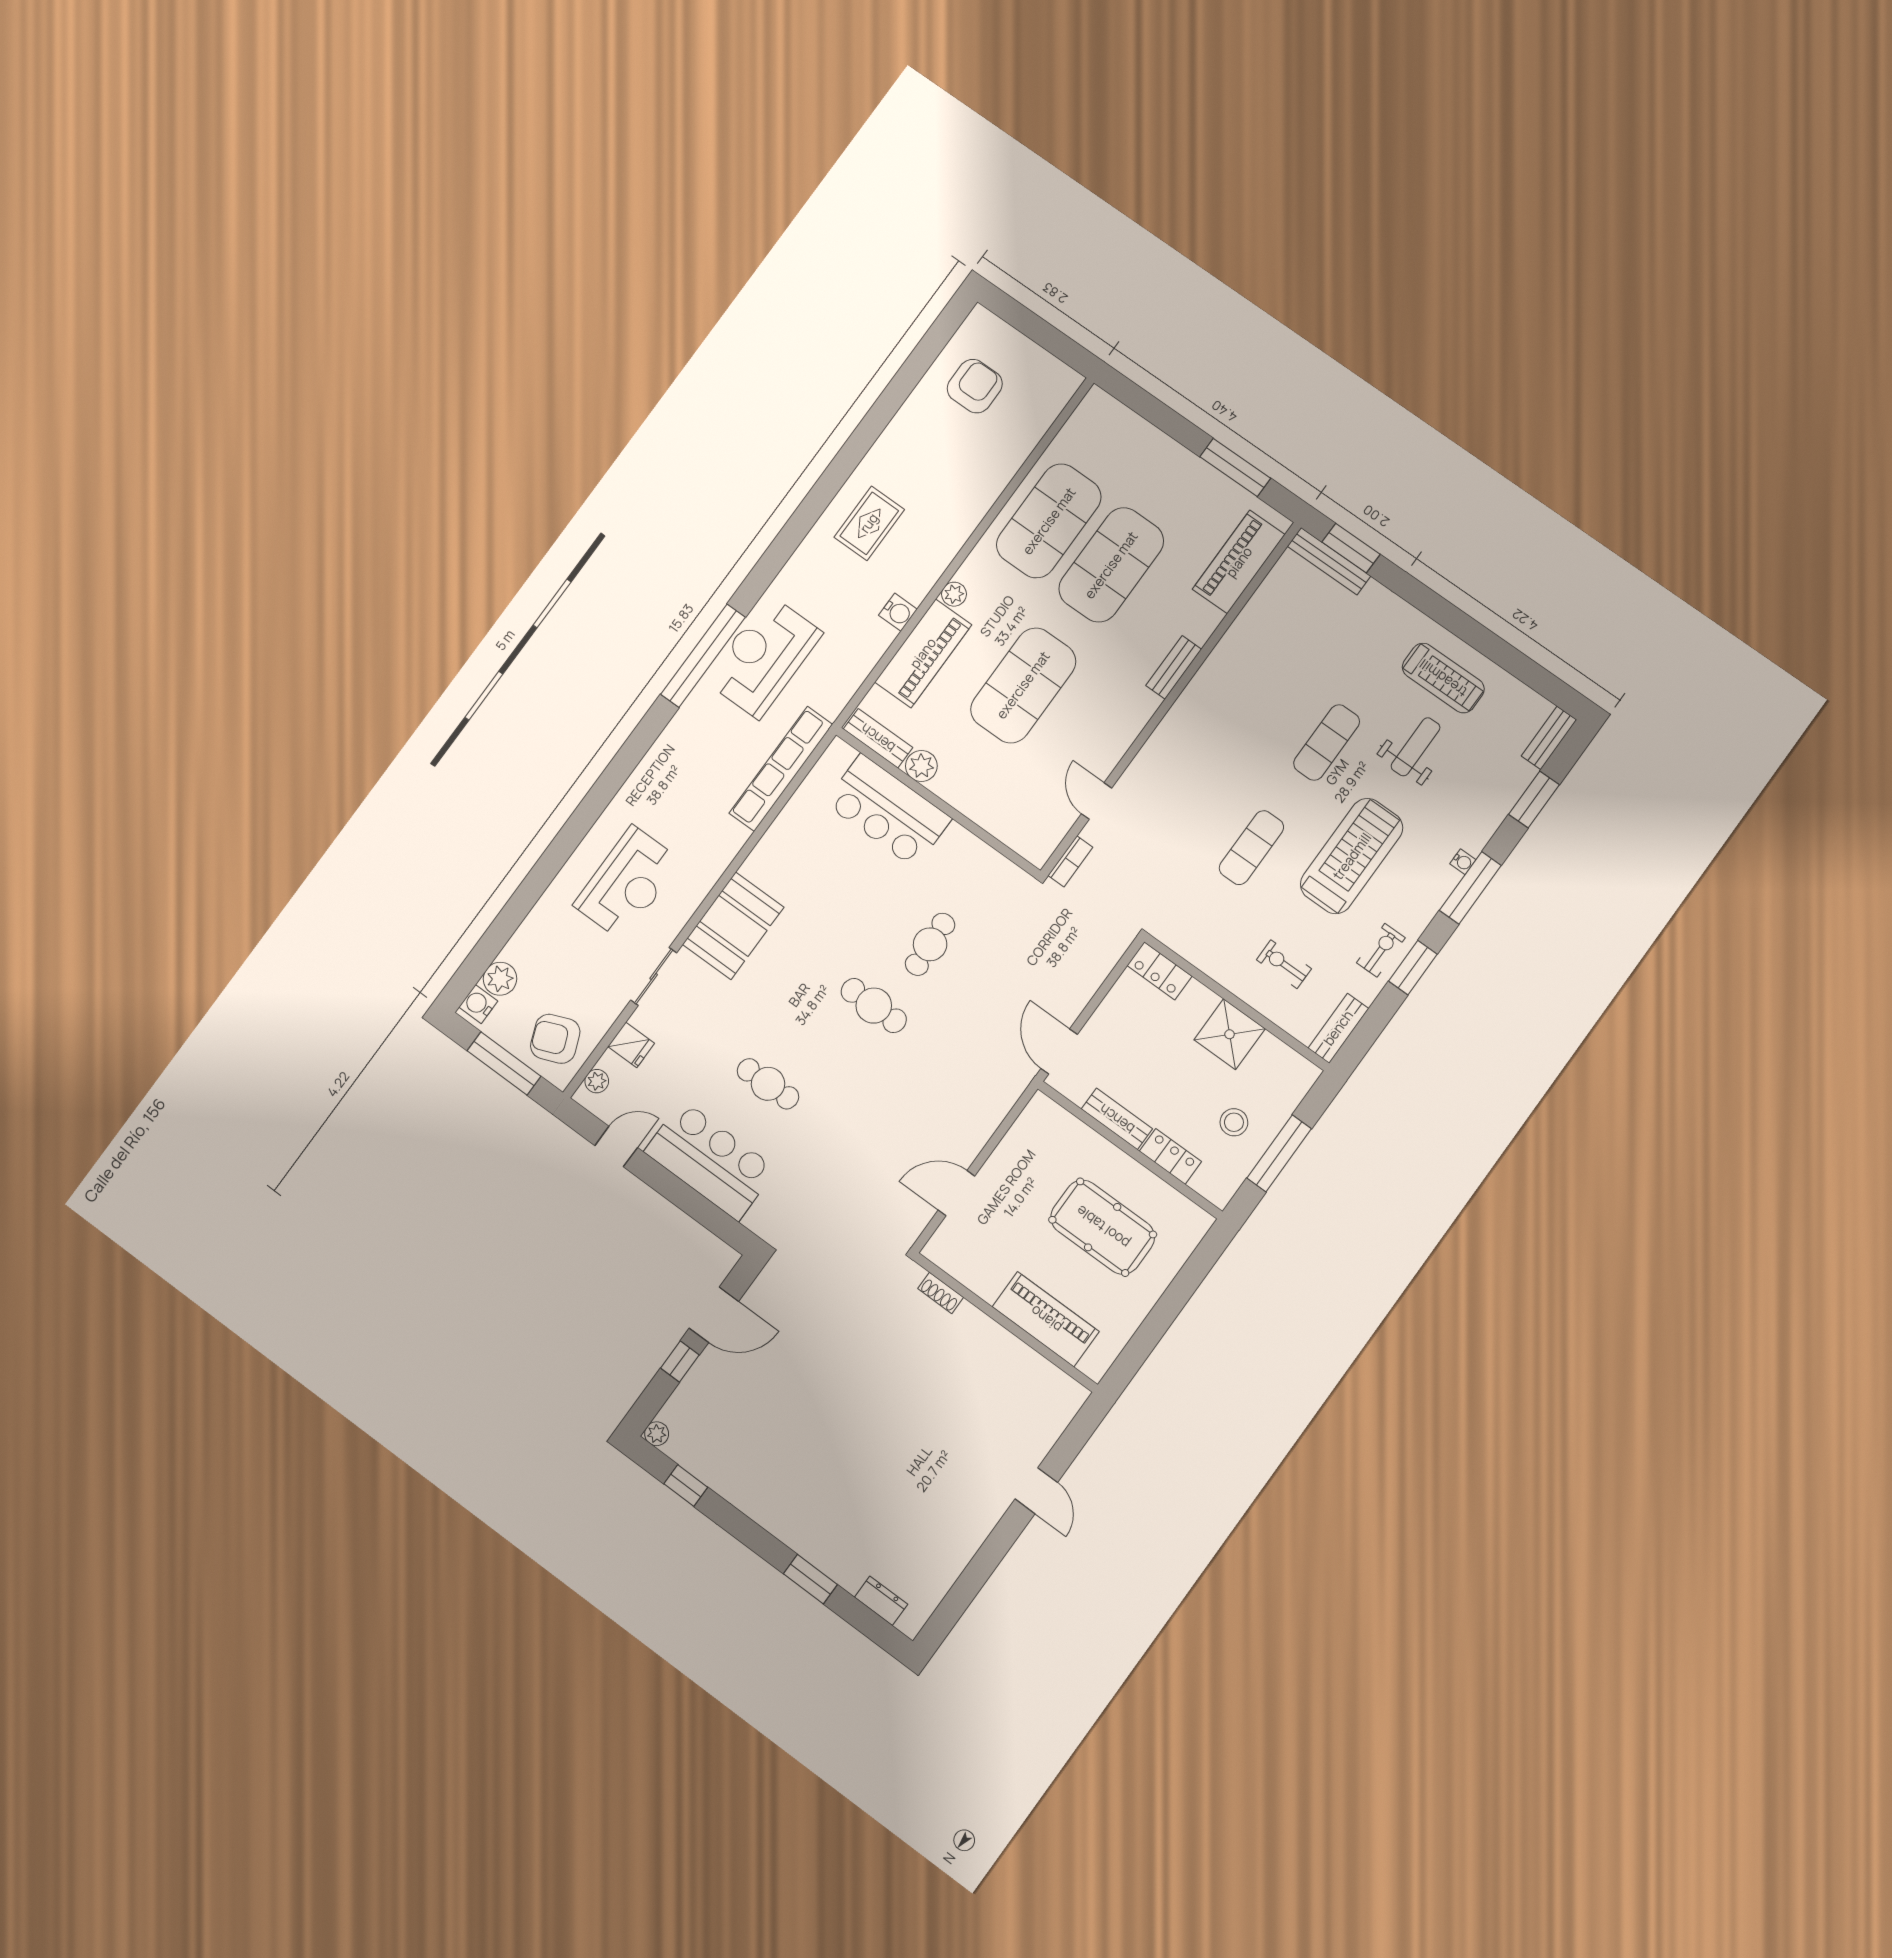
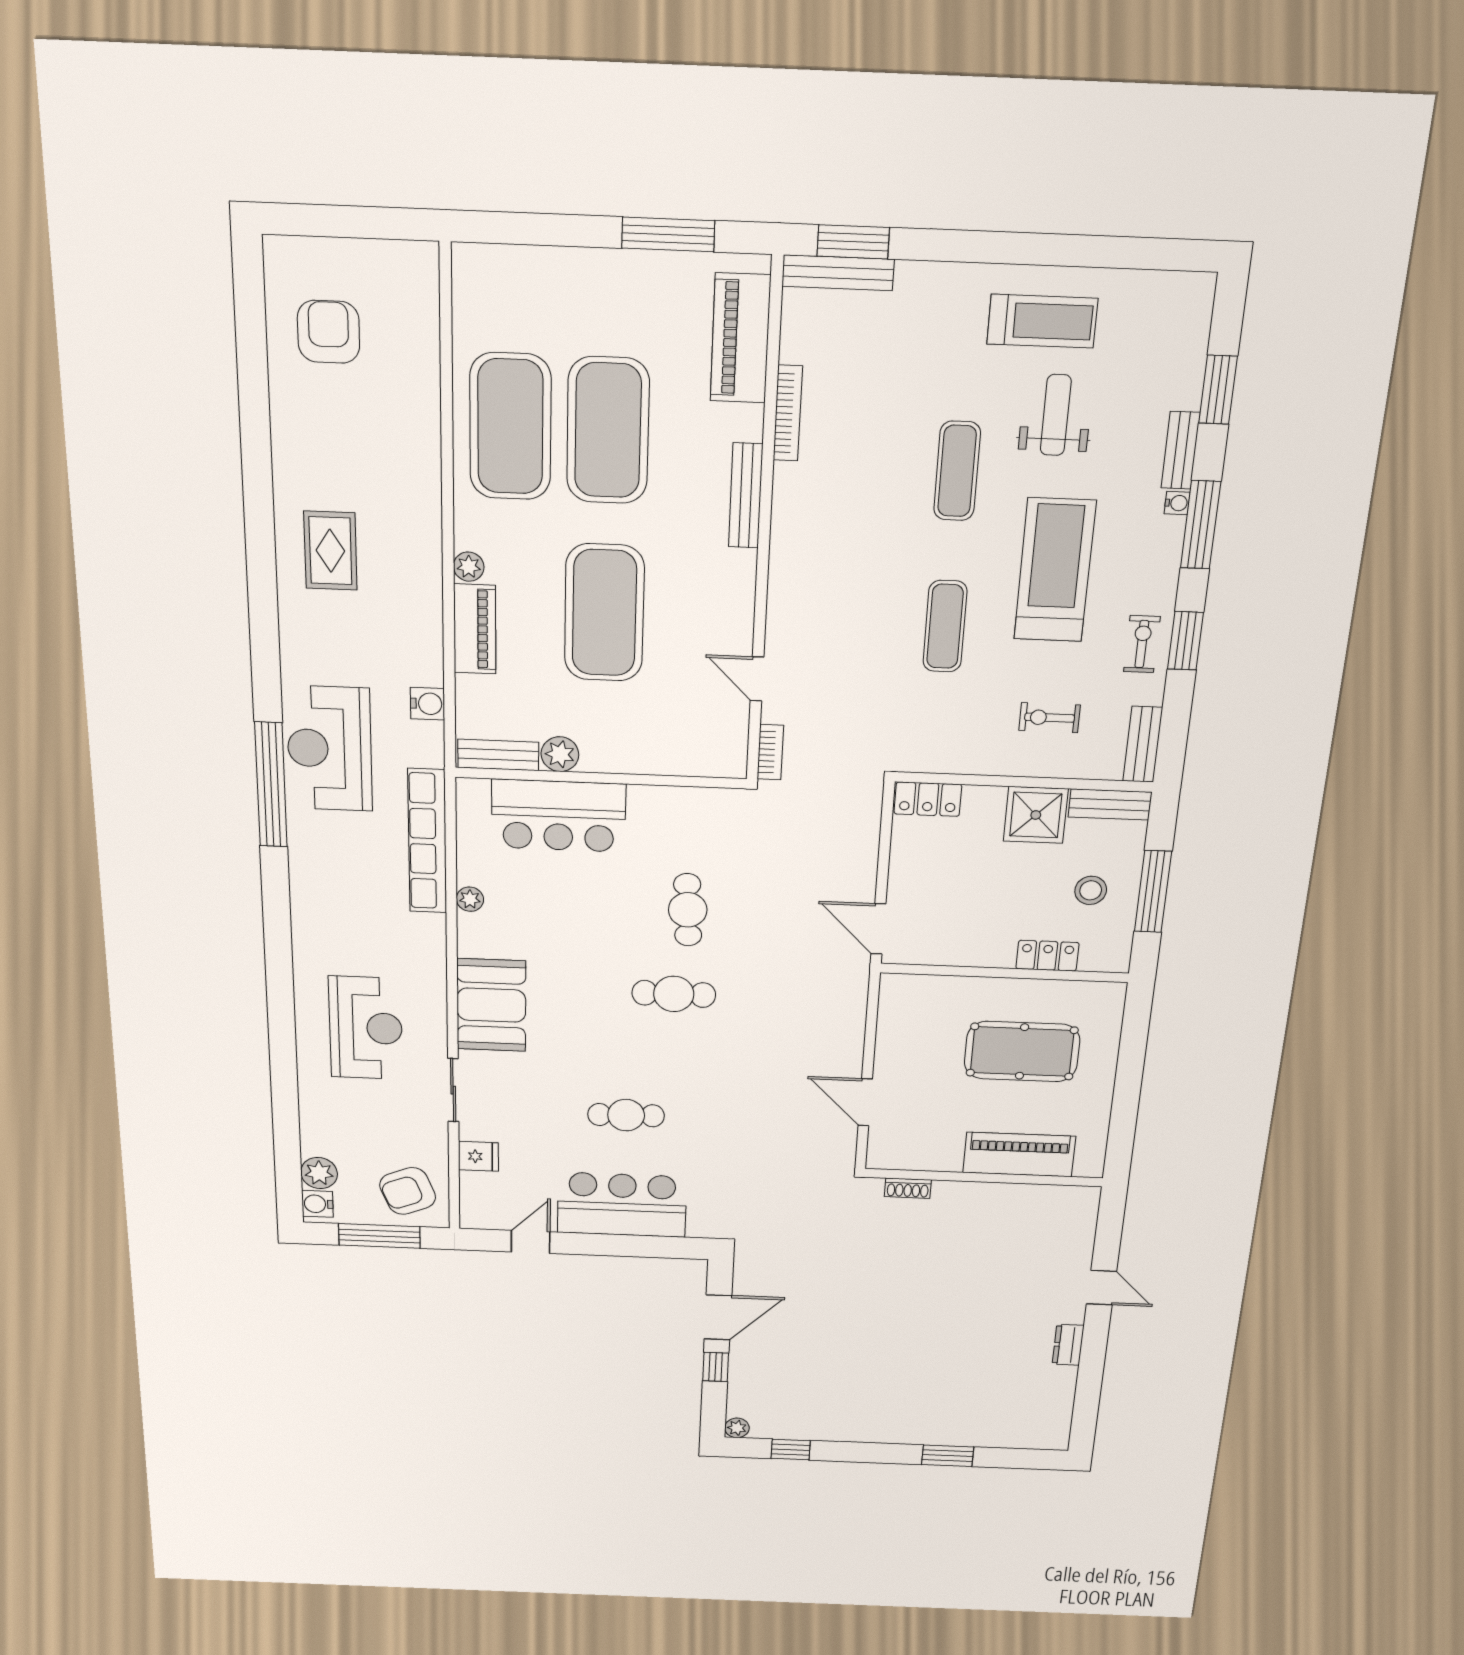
water cooler: (898, 612) -> (427, 704), moved
bookcase: (1238, 630) -> (788, 413), added
piano: (923, 653) -> (475, 629), width x0.73, depth x0.75
bench: (1174, 667) -> (746, 496), width x1.36
bench: (1549, 738) -> (1181, 450), moved
plant: (597, 1081) -> (470, 899), moved
bench: (1117, 1119) -> (1110, 804), moved
door: (956, 1193) -> (865, 1102), hinge flipped
dresser: (881, 1601) -> (1068, 1345), moved, turned -90

